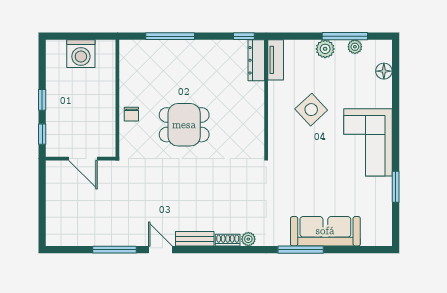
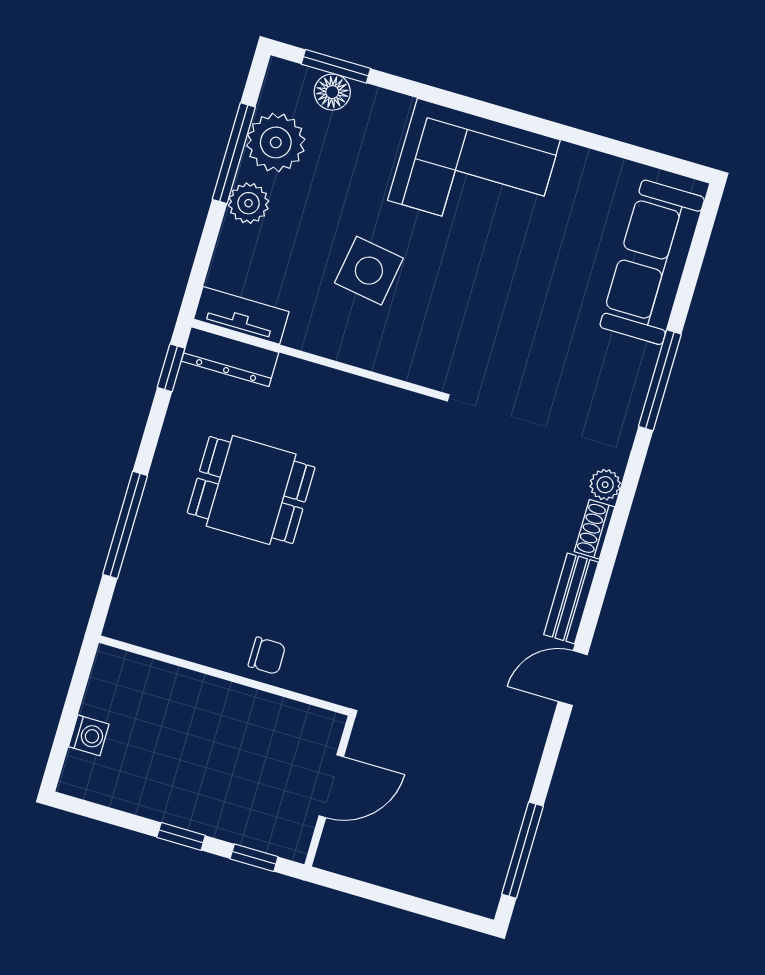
plant: (355, 47) -> (276, 142), width x1.88, depth x1.88
washing machine: (81, 54) -> (89, 735), width x0.53, depth x0.53
side table: (311, 110) -> (369, 271), turned -38
dining table: (184, 125) -> (251, 490), moved, turned 90
window: (396, 187) -> (336, 66), moved
sofa: (325, 231) -> (652, 262), moved
window: (115, 250) -> (522, 850), moved

